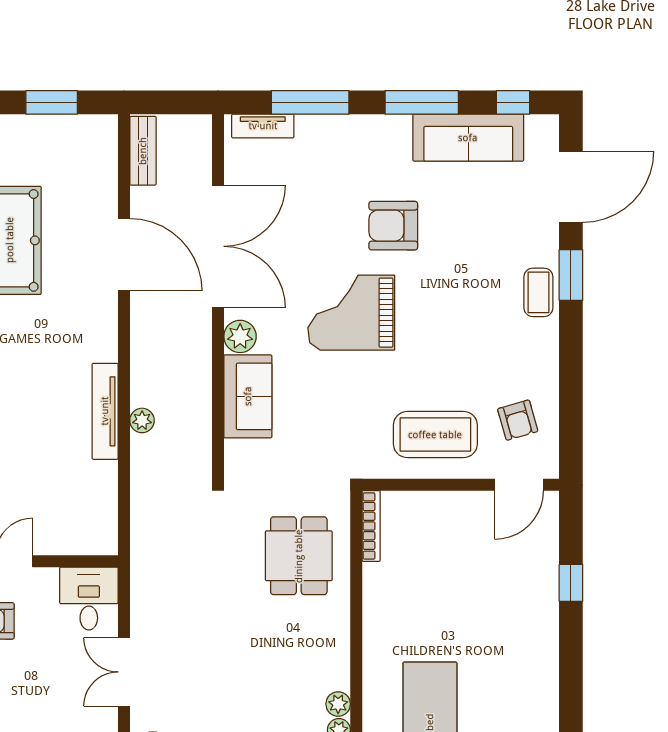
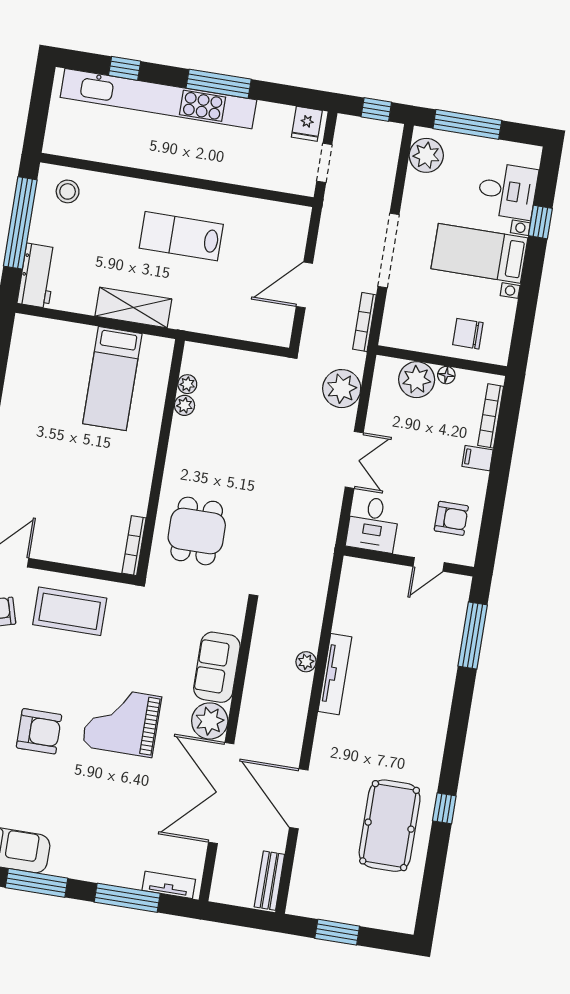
armchair: (393, 226) -> (39, 731), moved
grand piano: (351, 313) -> (122, 722), turned 180
plant: (240, 336) -> (210, 721), width x1.36, depth x1.36

